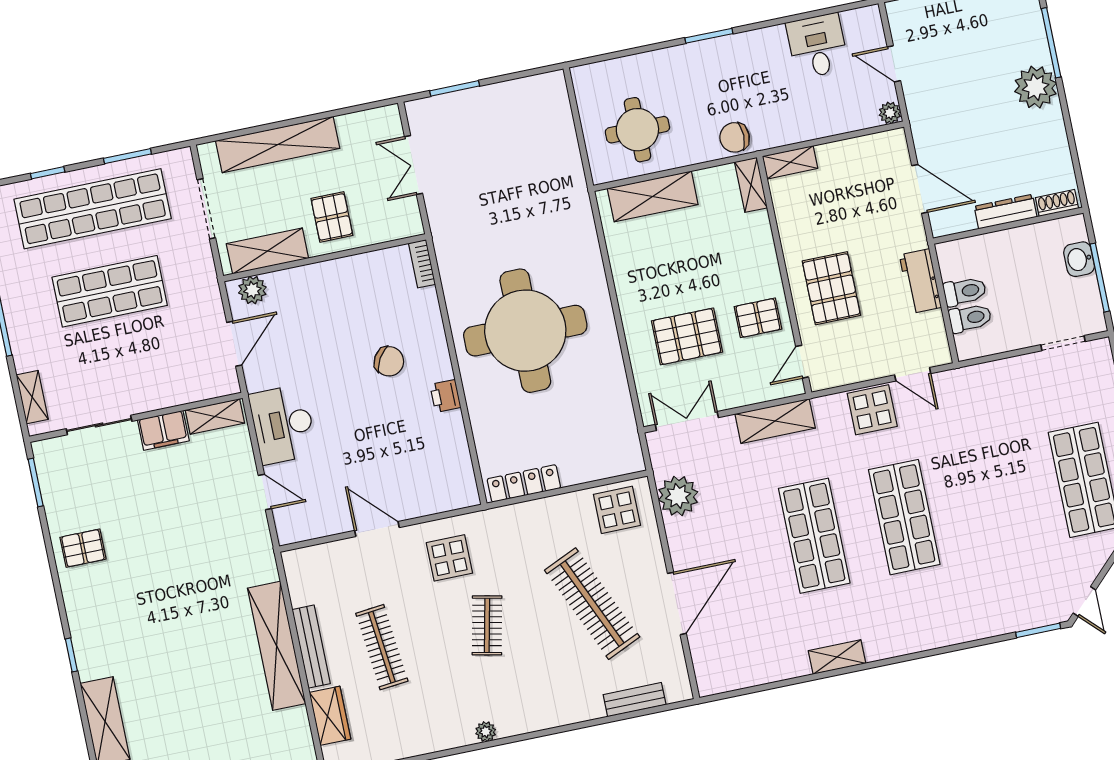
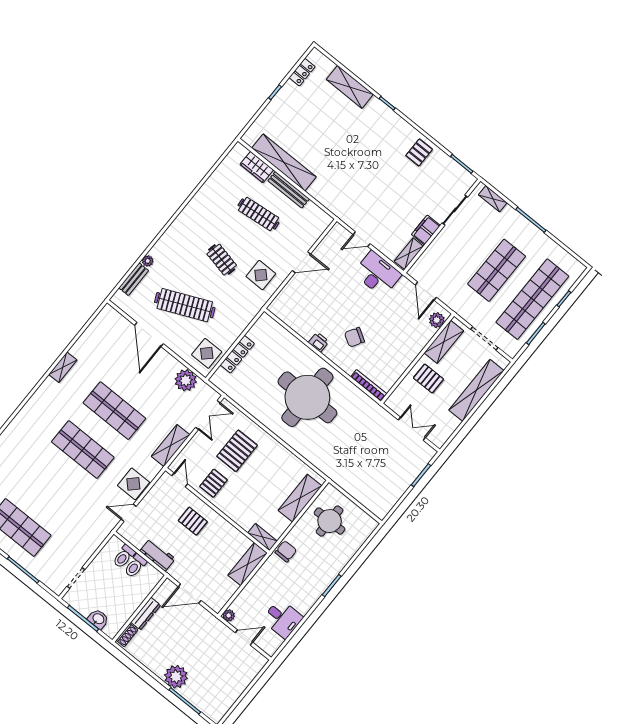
shelving: (790, 162) -> (248, 564), width x1.50, depth x1.33
bookcase: (422, 264) -> (369, 385), width x1.56
pallet: (831, 288) -> (193, 521), width x0.67, depth x0.71
locker: (524, 483) -> (237, 354), moved
shelving: (277, 646) -> (284, 162), moved
plant: (486, 732) -> (148, 261), moved

